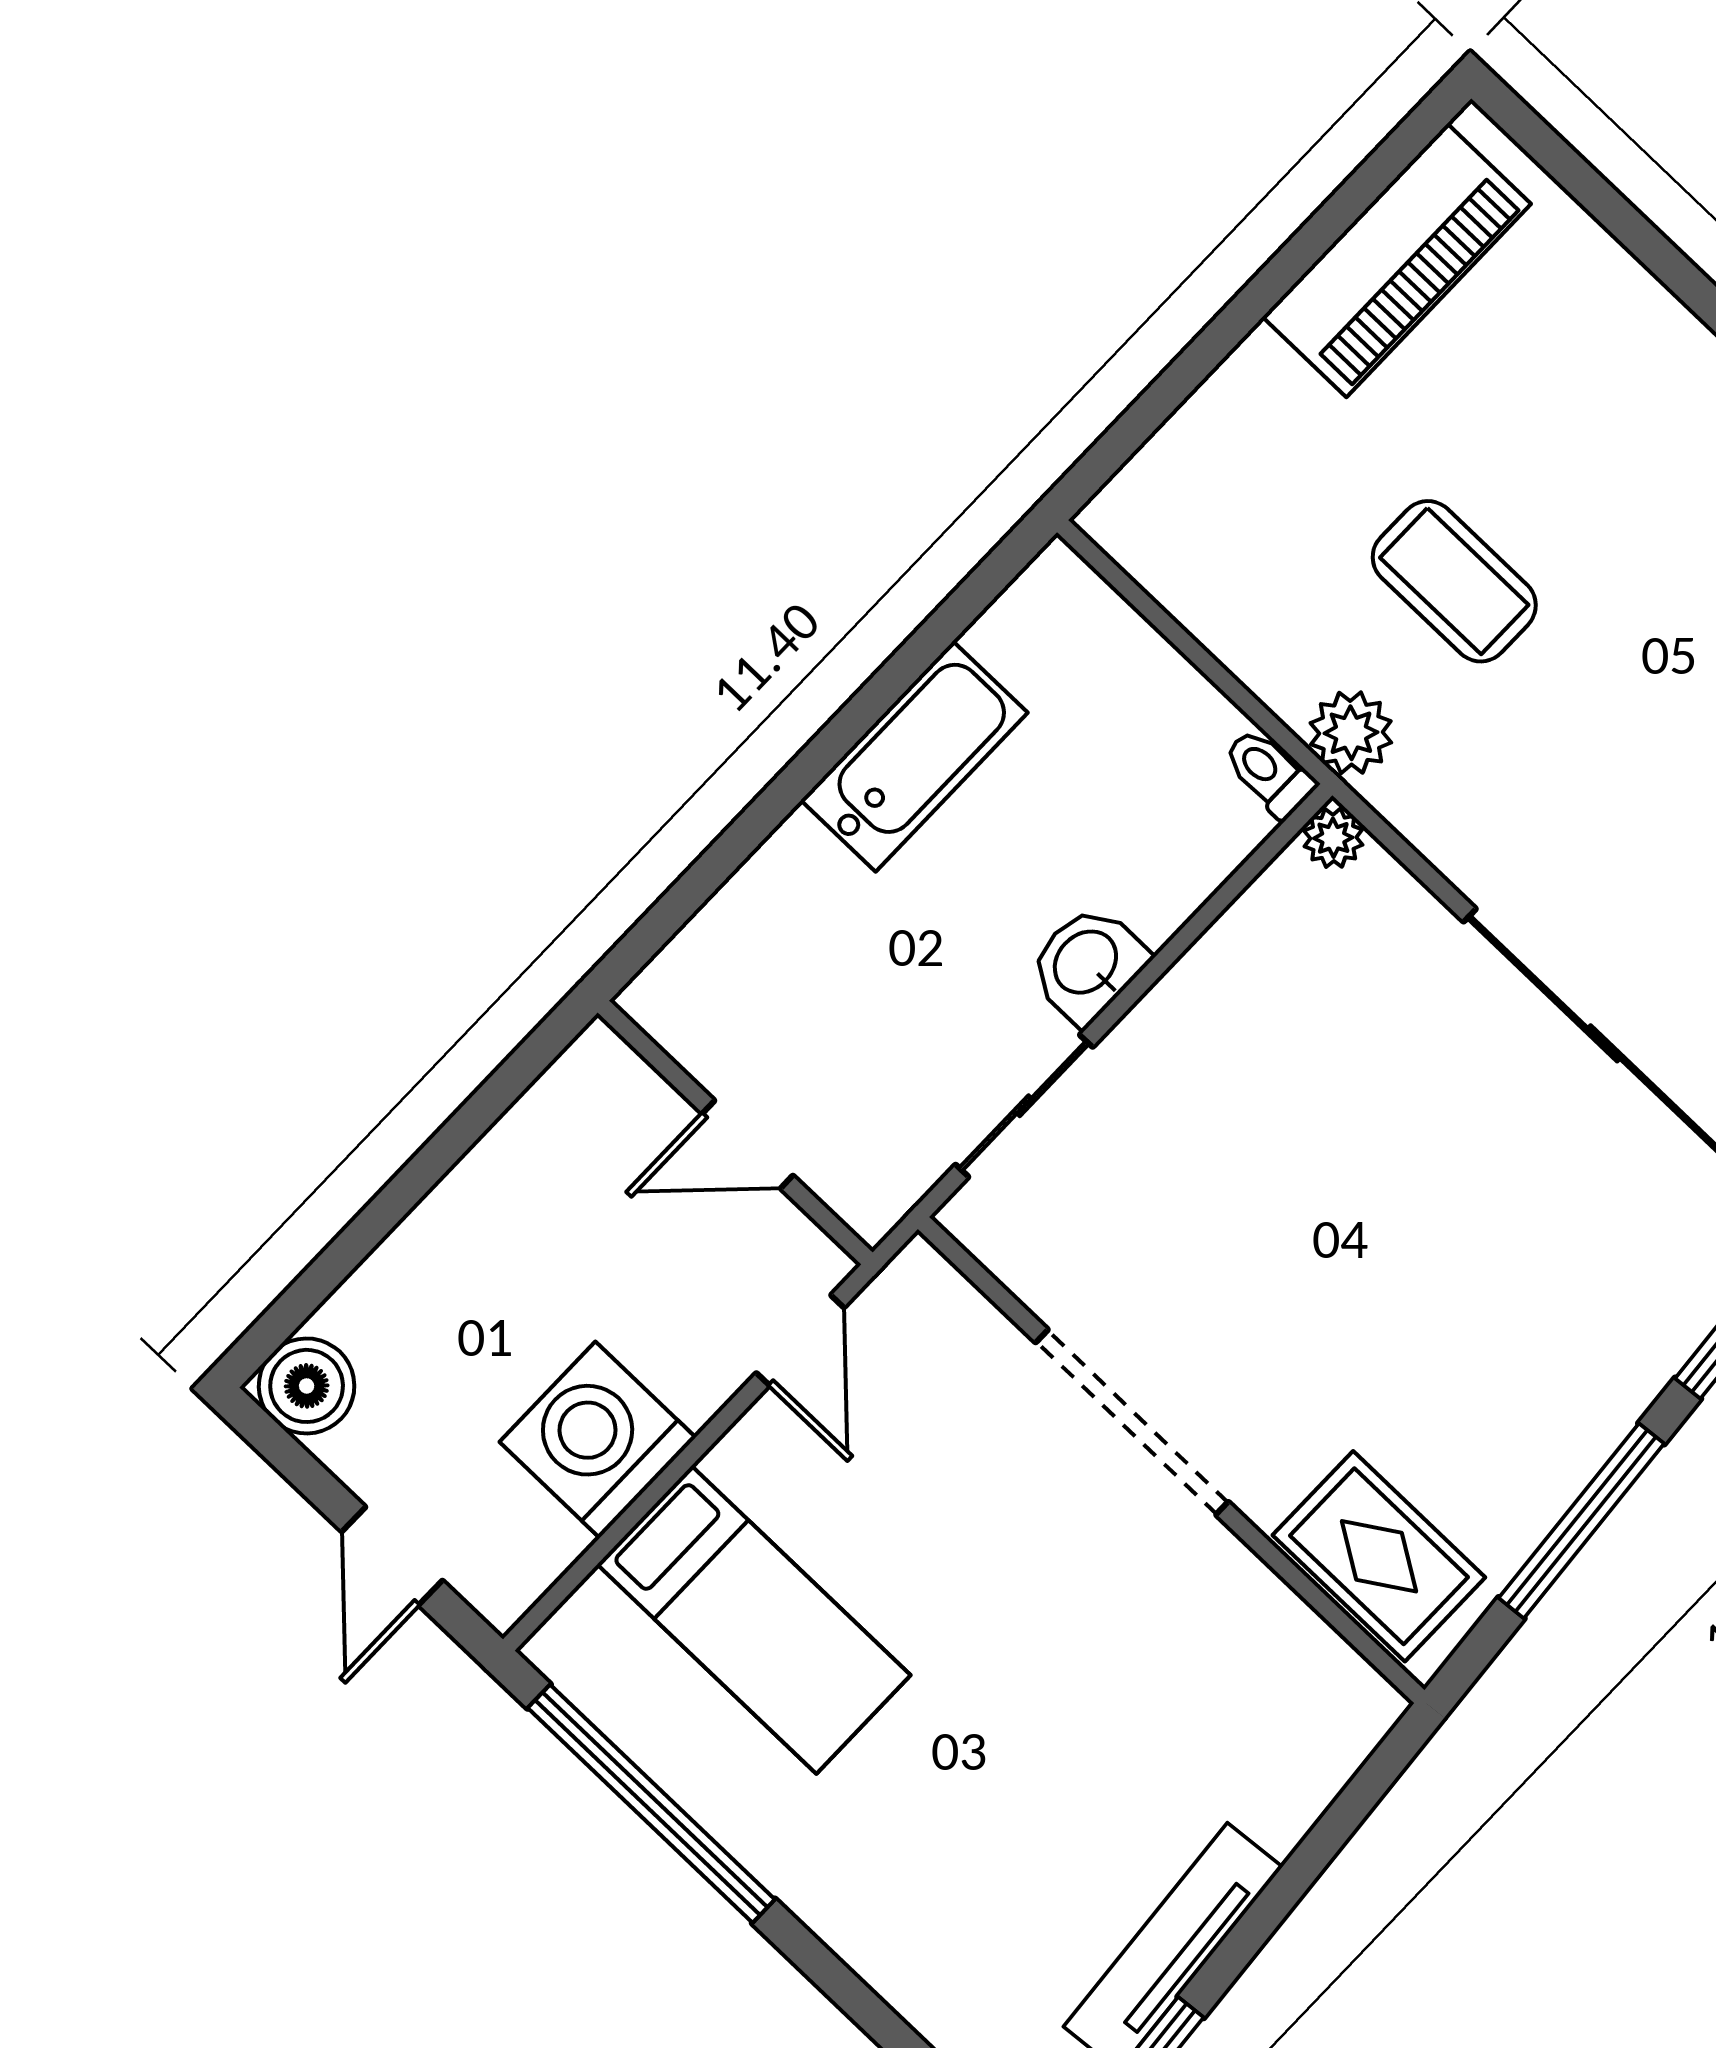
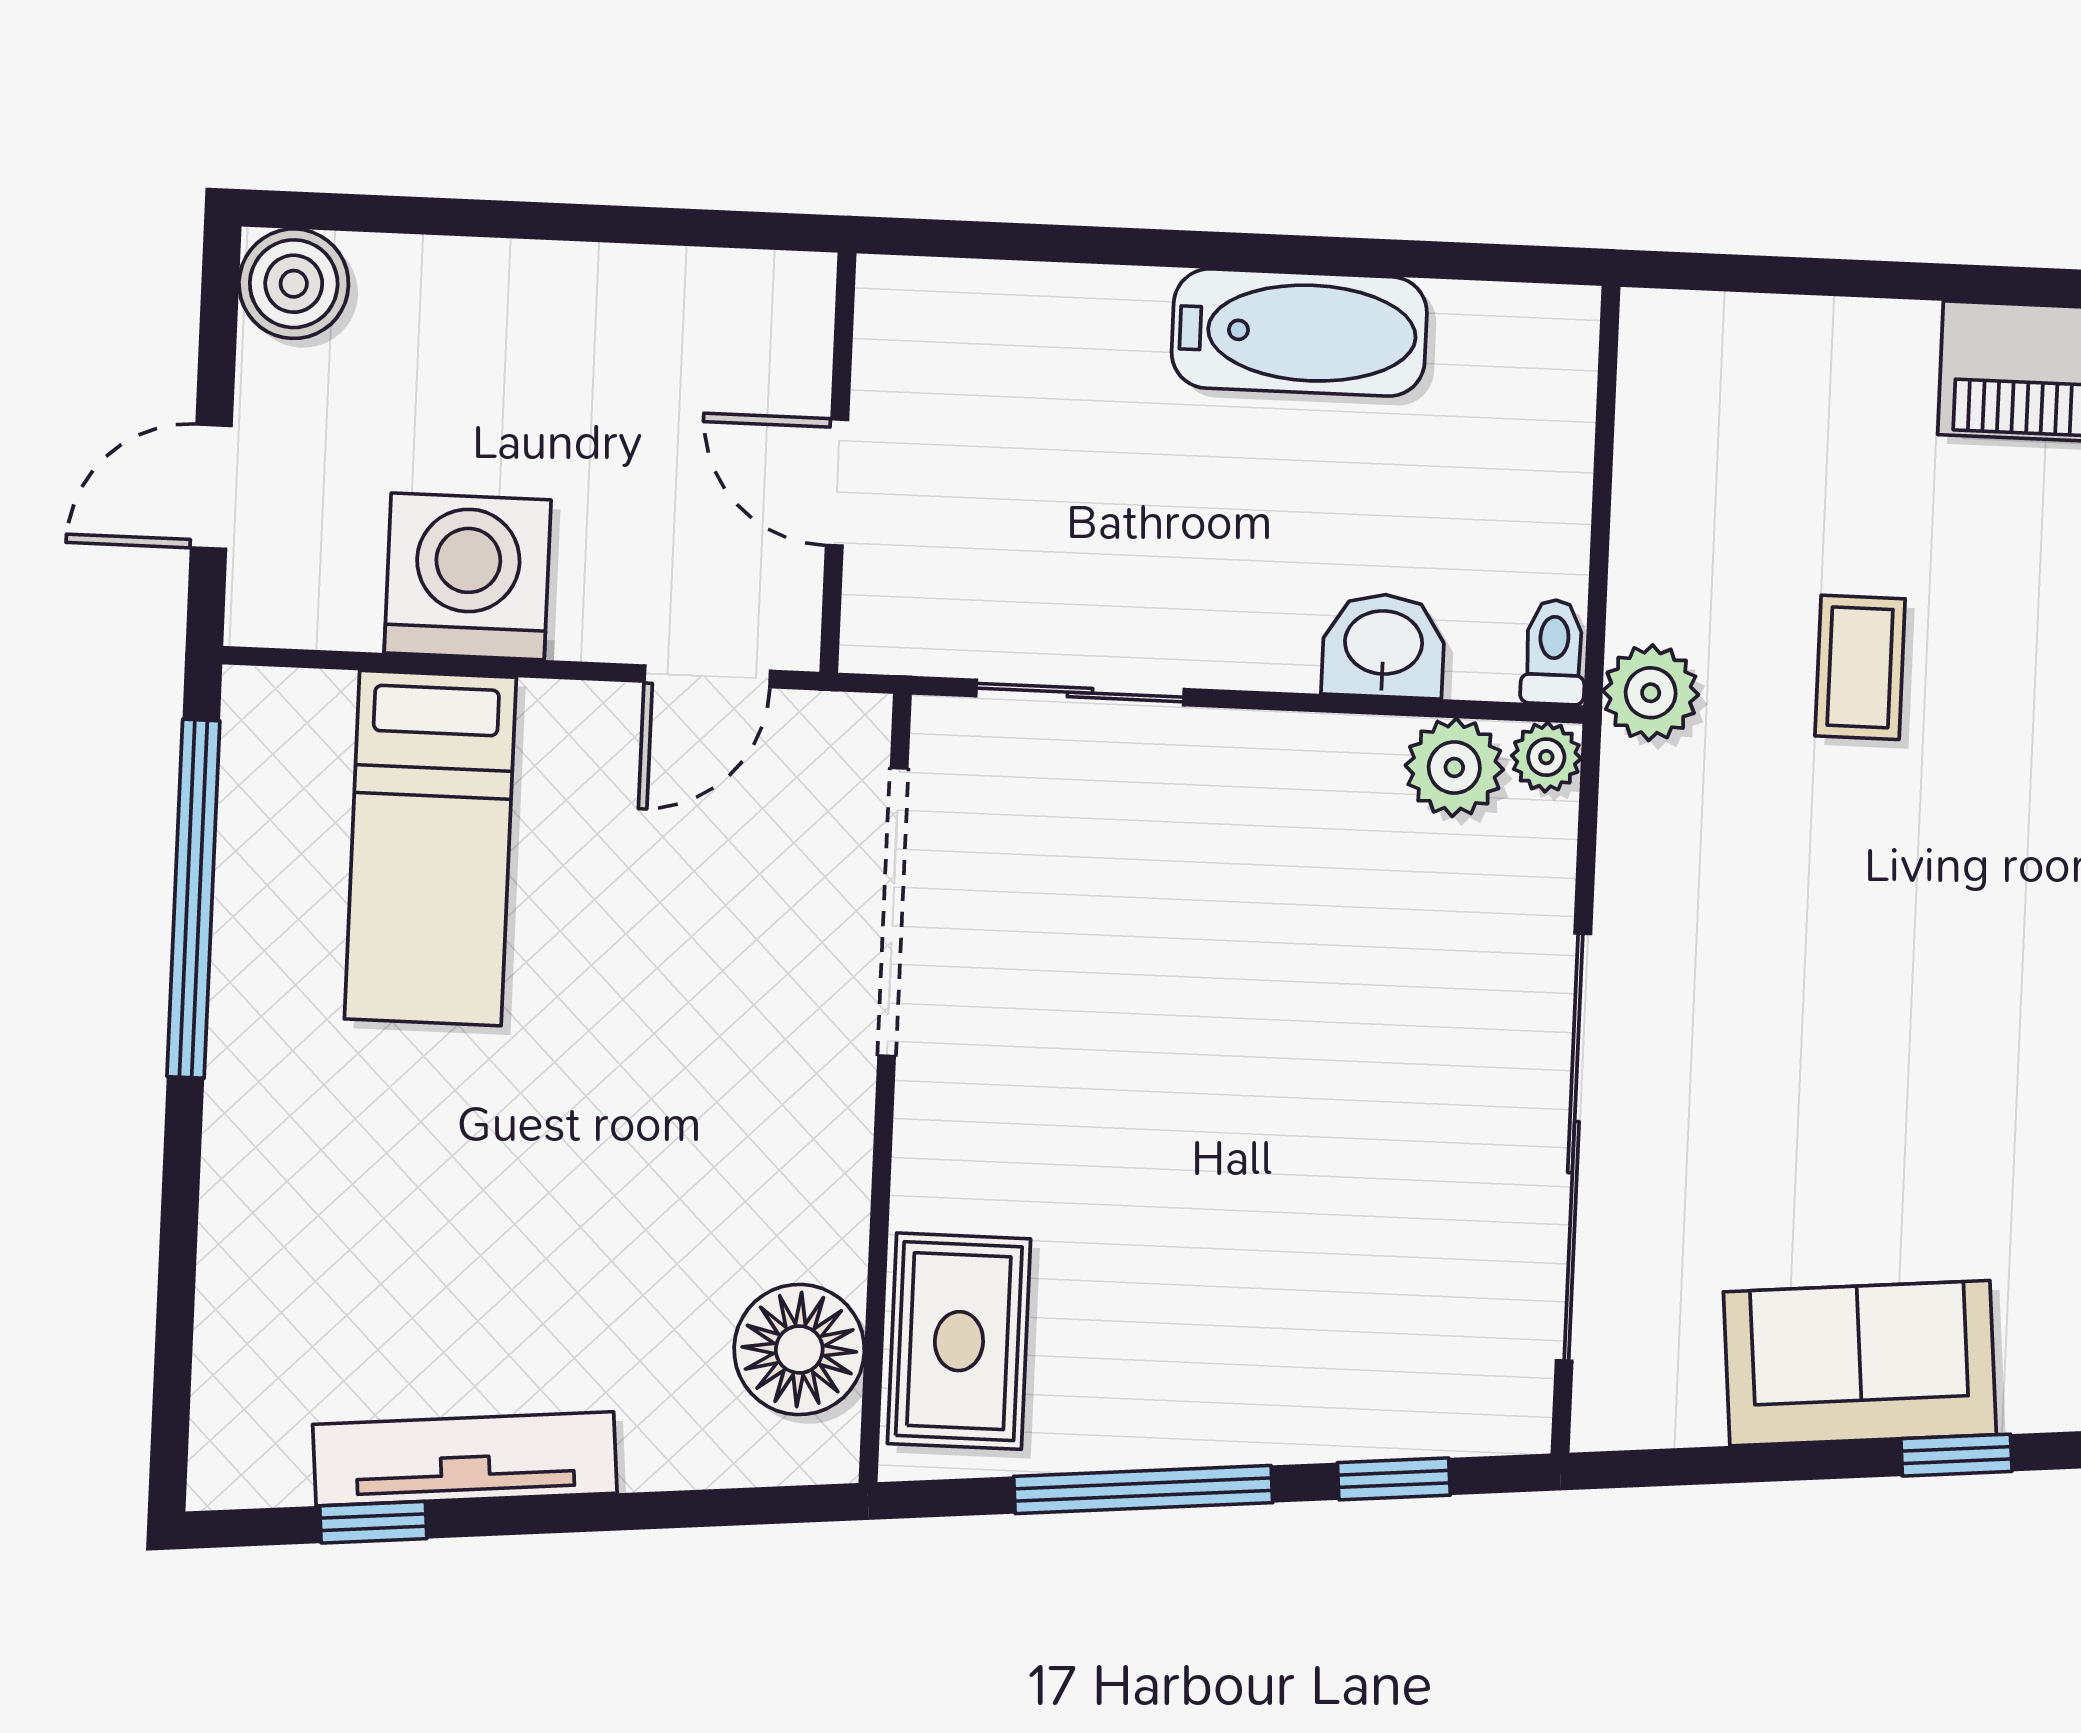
coffee table: (1454, 581) -> (1860, 667), width x0.73, depth x0.77
plant: (1287, 904) -> (1454, 767), added
washbasin: (1087, 964) -> (1383, 645), moved
doorway: (1132, 1422) -> (893, 912), moved
floor lamp: (1293, 1665) -> (799, 1349), added

